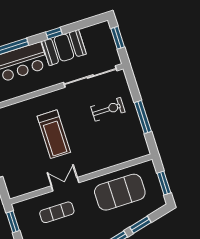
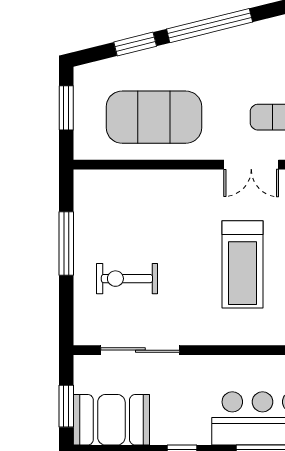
booth: (64, 48) -> (111, 420), moved
sliding door: (90, 77) -> (140, 350), width x0.73
treadmill: (54, 134) -> (243, 264), turned 180

